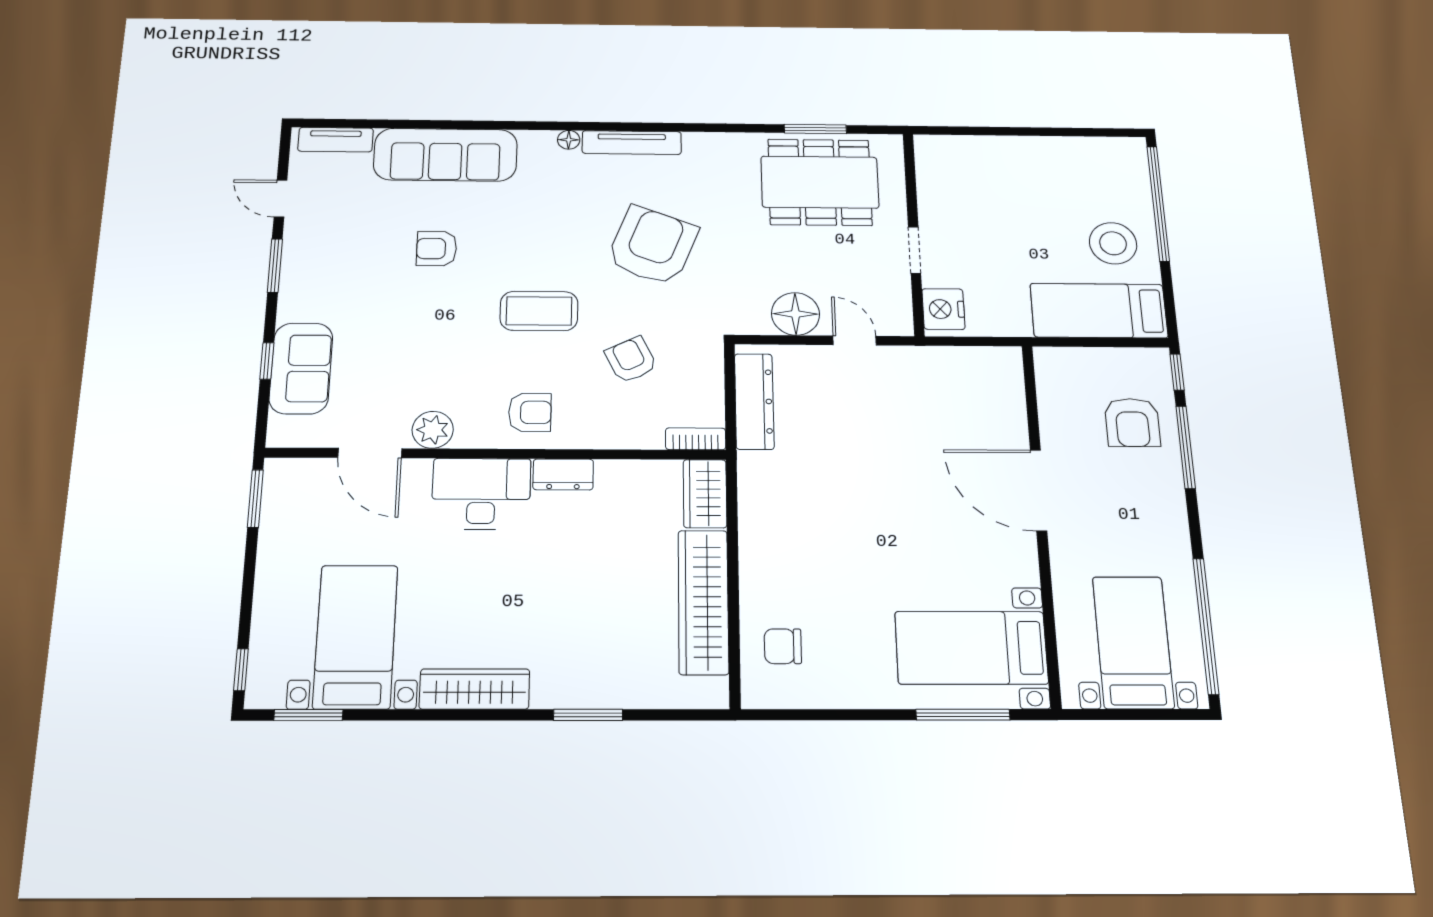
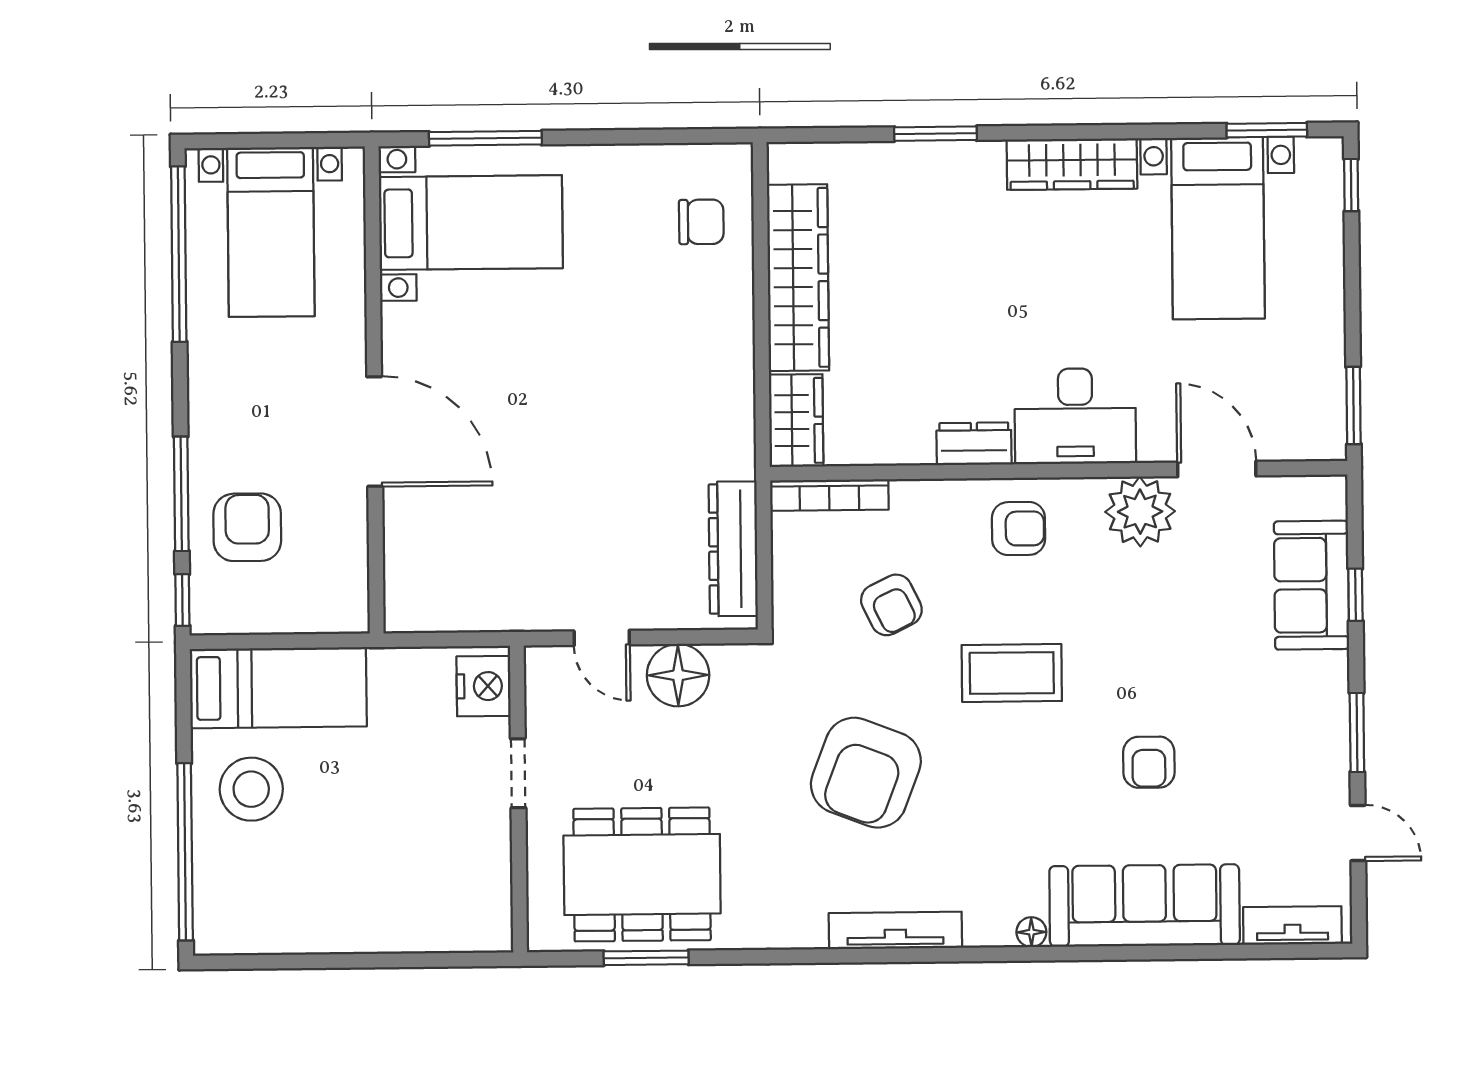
floor lamp: (569, 140) -> (1031, 932), moved
armchair: (437, 249) -> (1149, 762), turned 90
armchair: (530, 412) -> (1019, 529), turned 180
plant: (433, 430) -> (1140, 512), width x1.36, depth x1.36
bookcase: (696, 439) -> (829, 495), width x1.56

